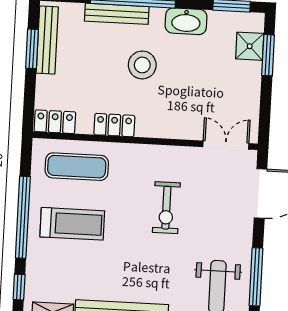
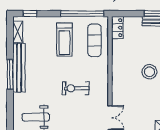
locker: (114, 125) -> (117, 59), removed
window: (23, 217) -> (82, 14), moved

